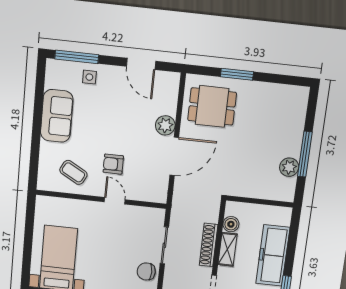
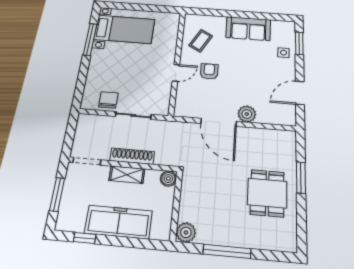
window: (77, 57) -> (299, 43), width x0.69
dining table: (212, 106) -> (267, 193), moved
plant: (289, 167) -> (186, 232), moved
boiler: (231, 224) -> (168, 179), moved

